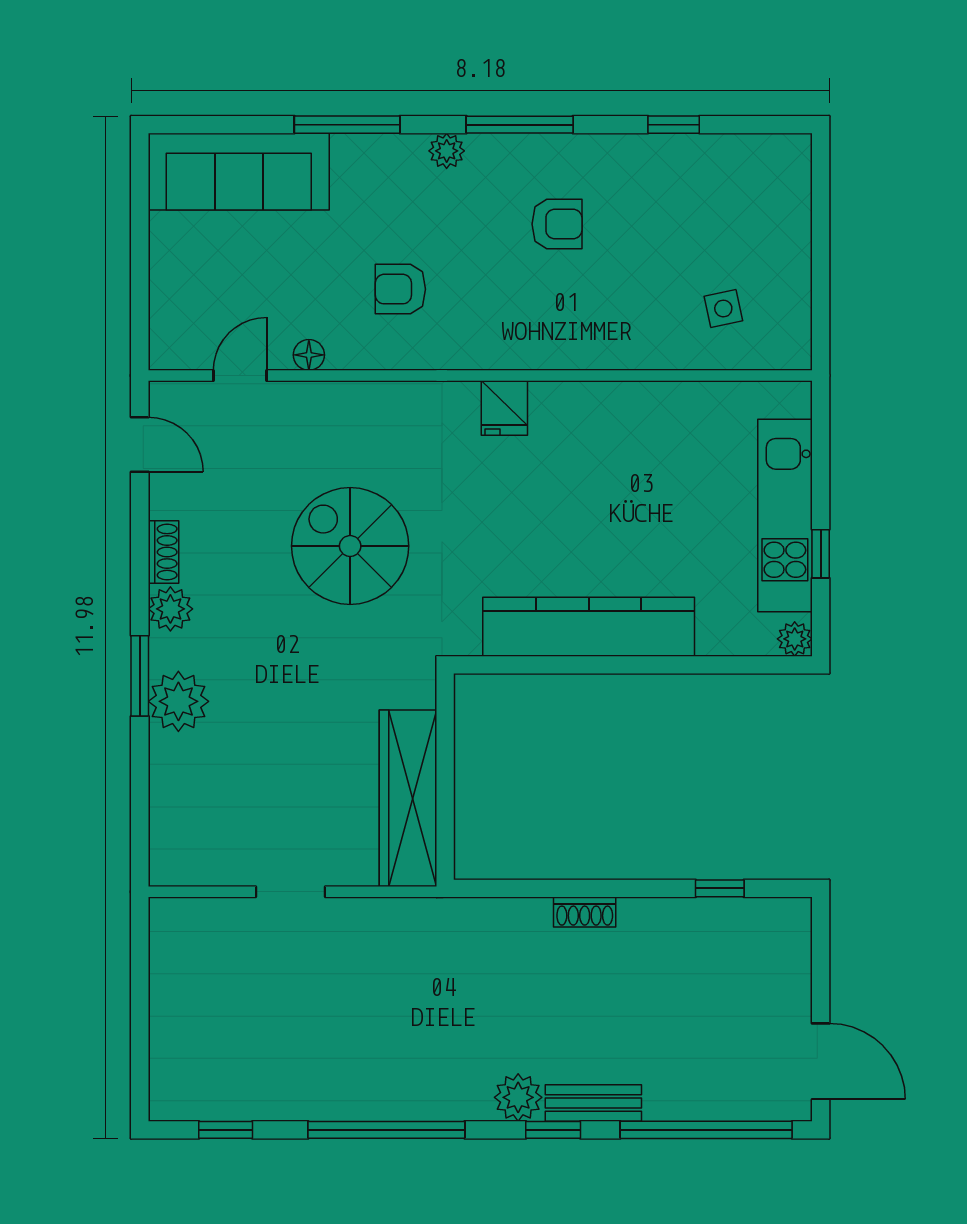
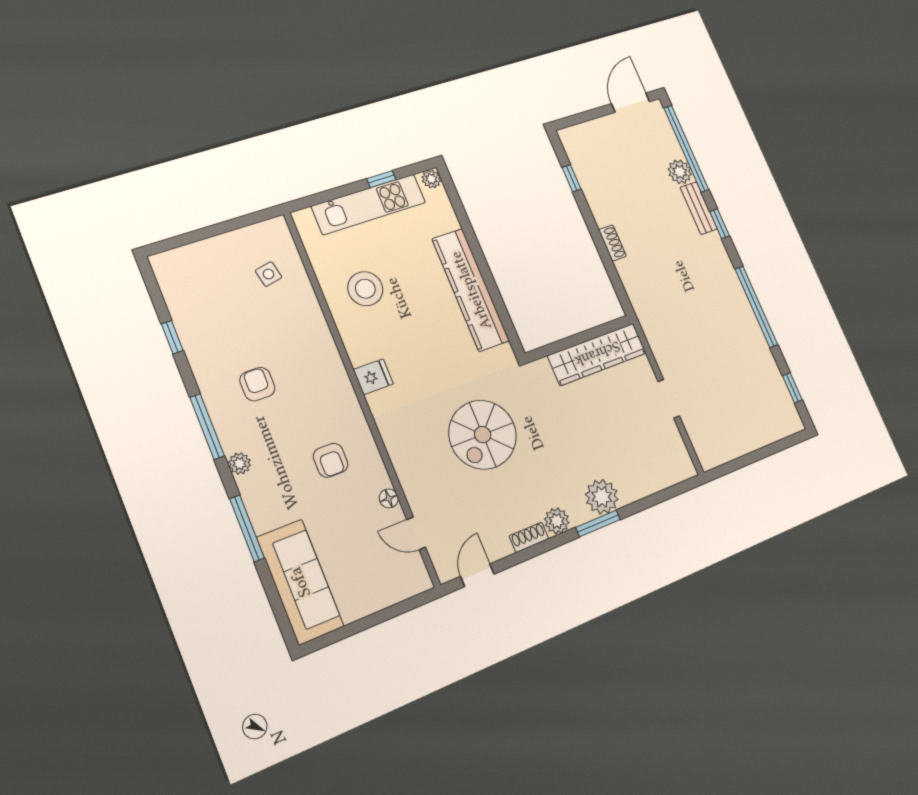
stool: (649, 453) -> (365, 289), added
plant: (518, 1097) -> (680, 172), moved

